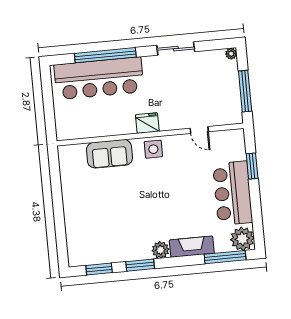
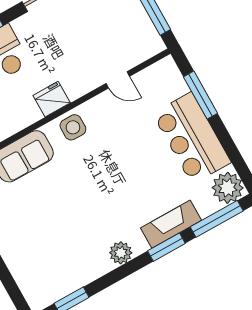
window: (252, 166) -> (201, 95), width x1.44
plant: (160, 250) -> (121, 253), moved
window: (140, 265) -> (166, 247), moved

